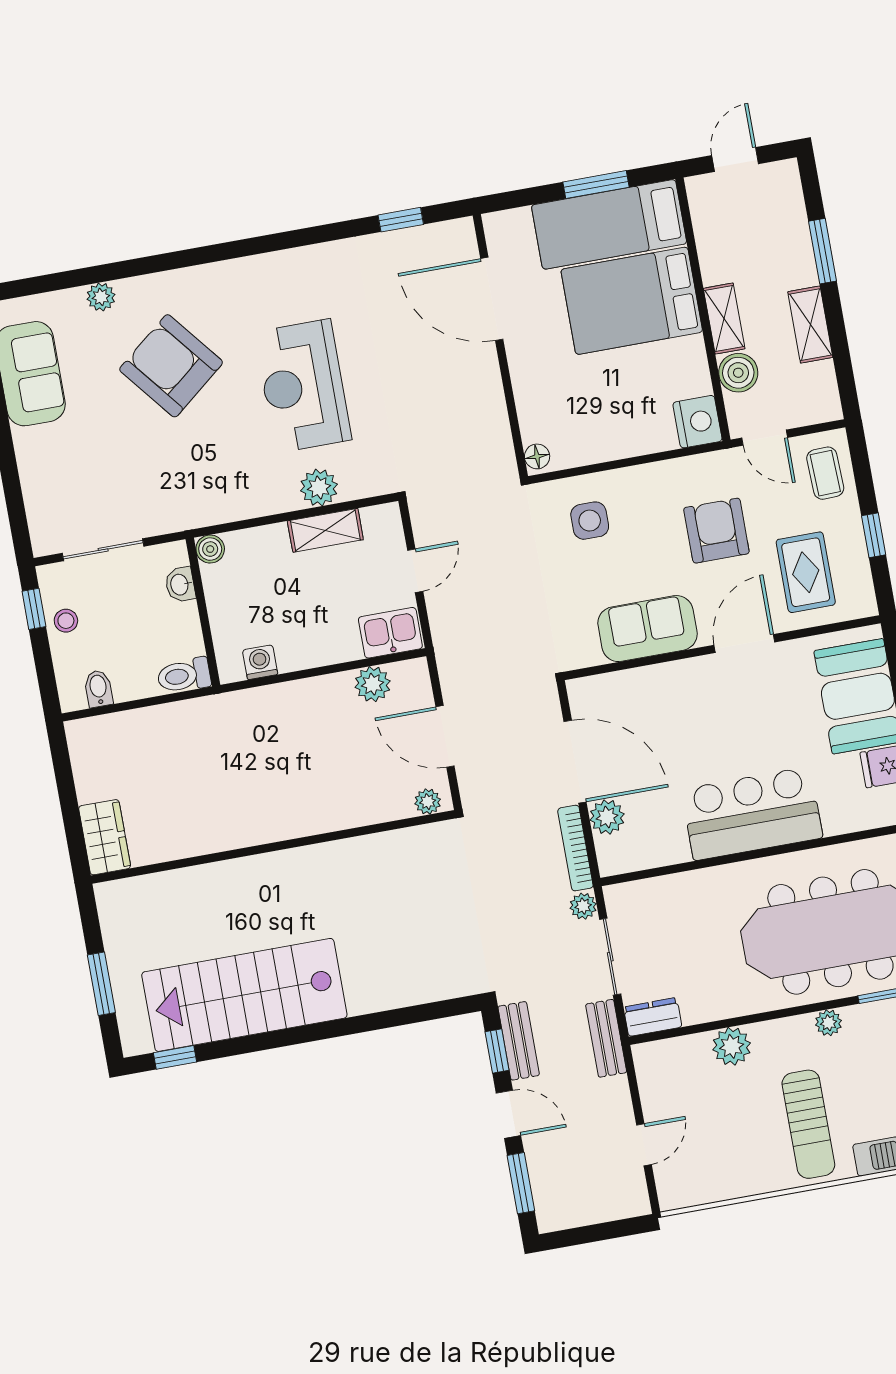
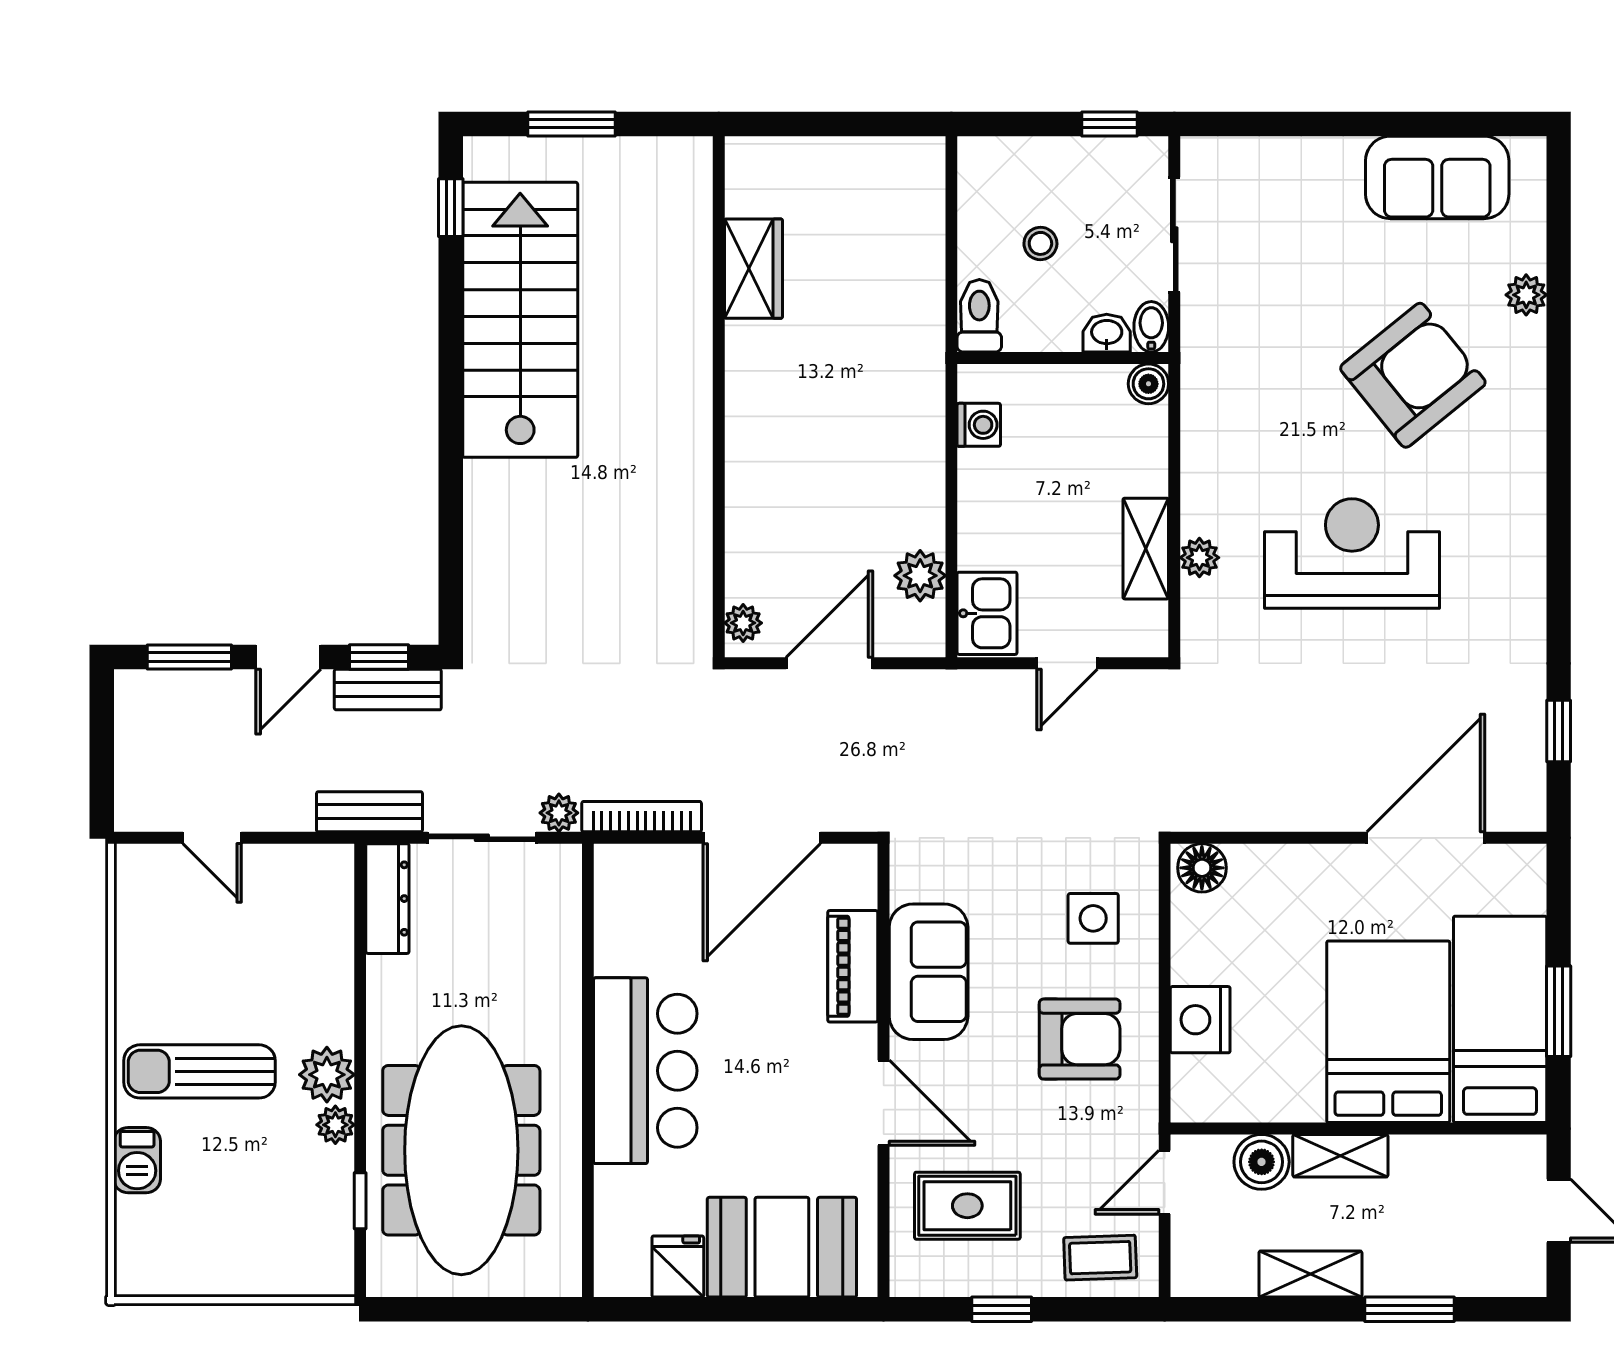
nightstand: (697, 422) -> (1200, 1020), moved, turned 90
floor lamp: (537, 456) -> (1202, 868), width x1.37, depth x1.37
plant: (319, 488) -> (1199, 558), width x0.73, depth x0.73
armchair: (716, 531) -> (1080, 1039), moved
door: (415, 571) -> (1067, 663), hinge flipped
stool: (66, 621) -> (1040, 243), moved
piano: (653, 682) -> (853, 966), added
bidet: (98, 689) -> (1151, 327), moved, turned -90
plant: (607, 817) -> (677, 868), removed
wardrobe: (105, 837) -> (753, 269), moved, turned -90
dresser: (653, 1017) -> (387, 899), width x1.44
plant: (732, 1046) -> (327, 1075), moved

